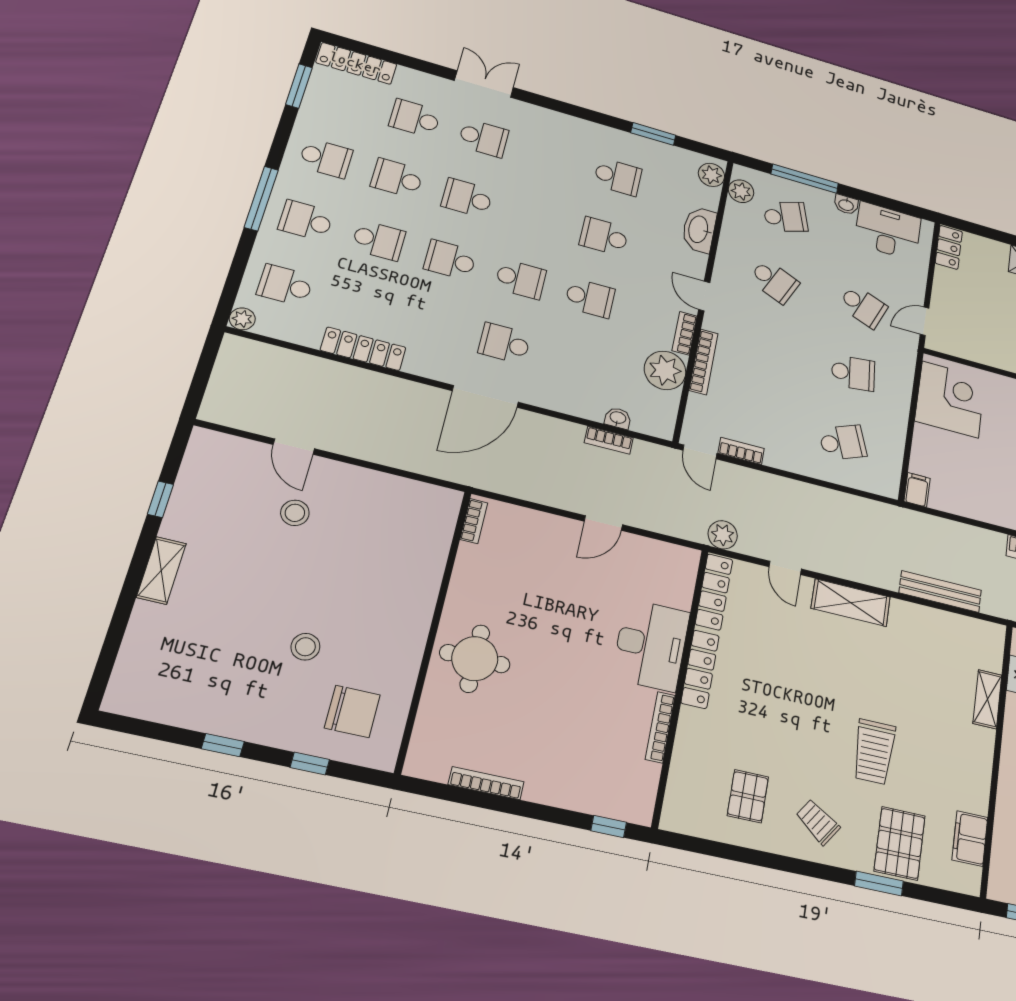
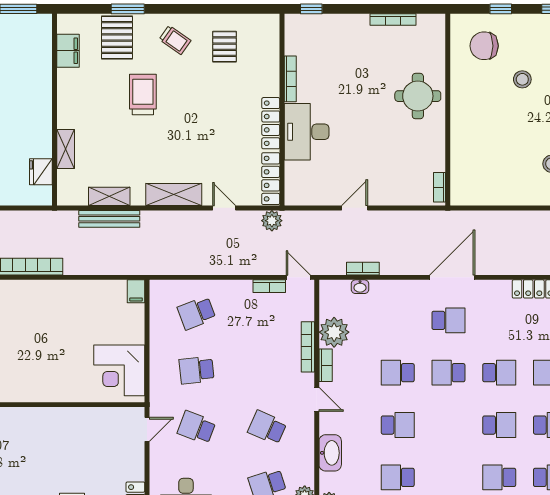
shelving: (937, 621) -> (109, 196), added

